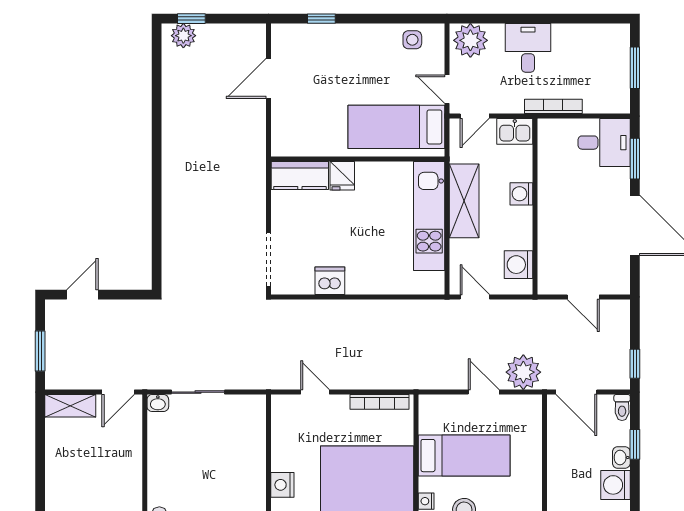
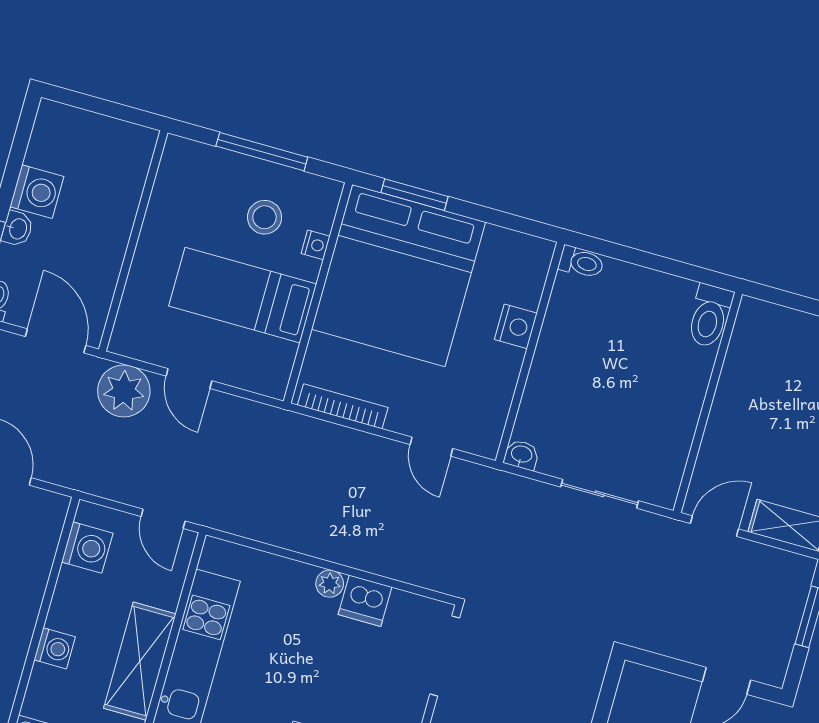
plant: (356, 285) -> (330, 584), added
washbasin: (158, 403) -> (521, 455), moved

